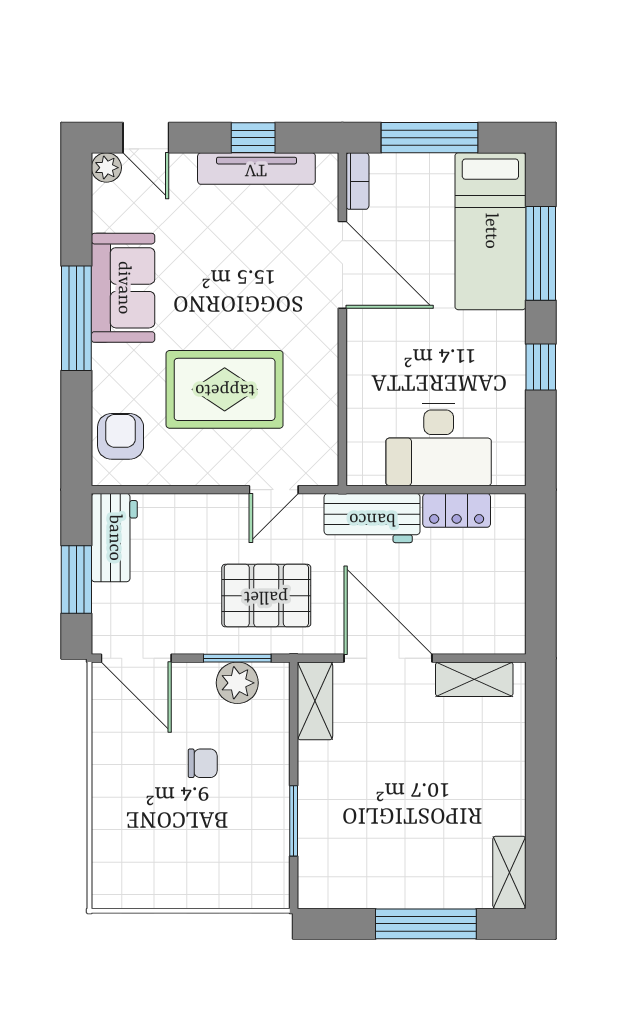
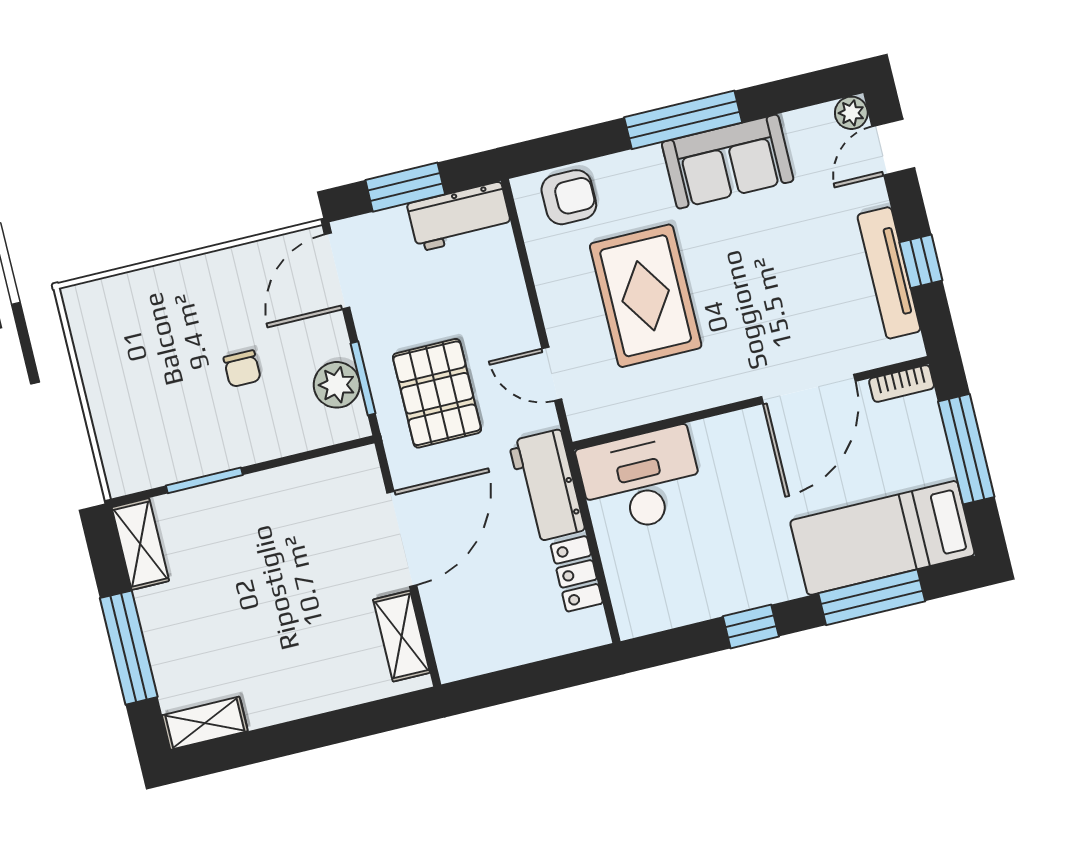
desk: (439, 445) -> (641, 480), moved, turned 90
shelving: (315, 701) -> (140, 544), moved, turned 90

